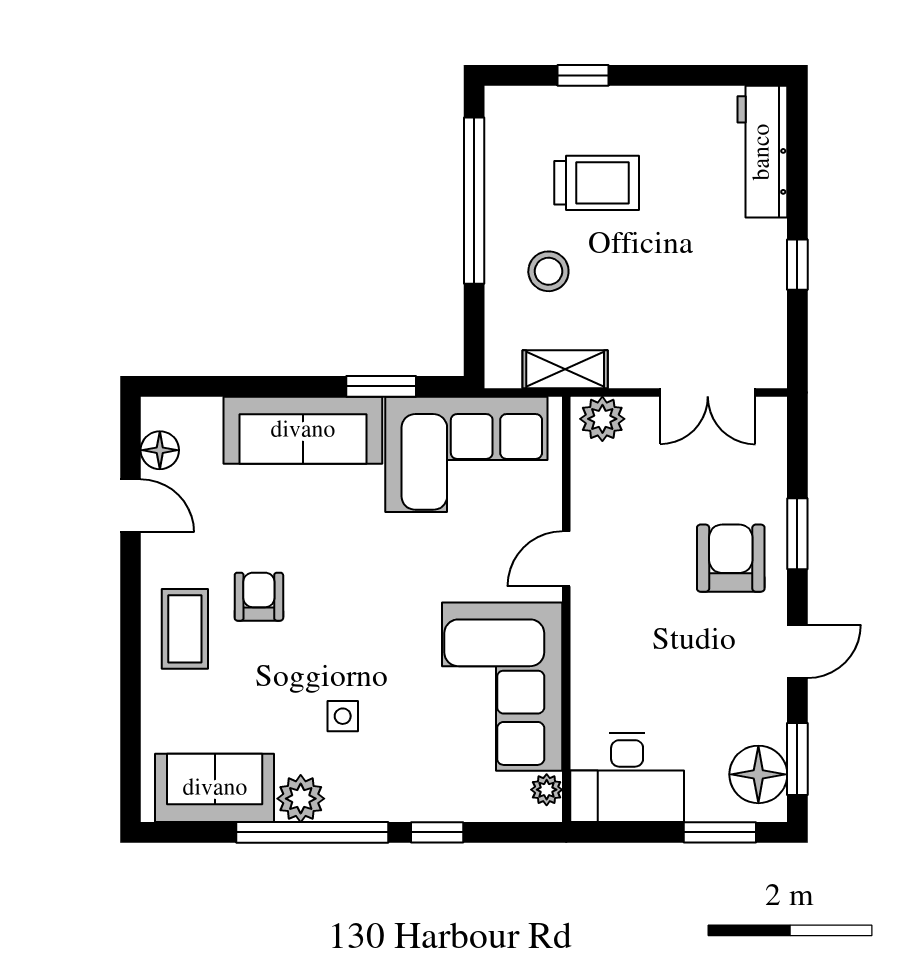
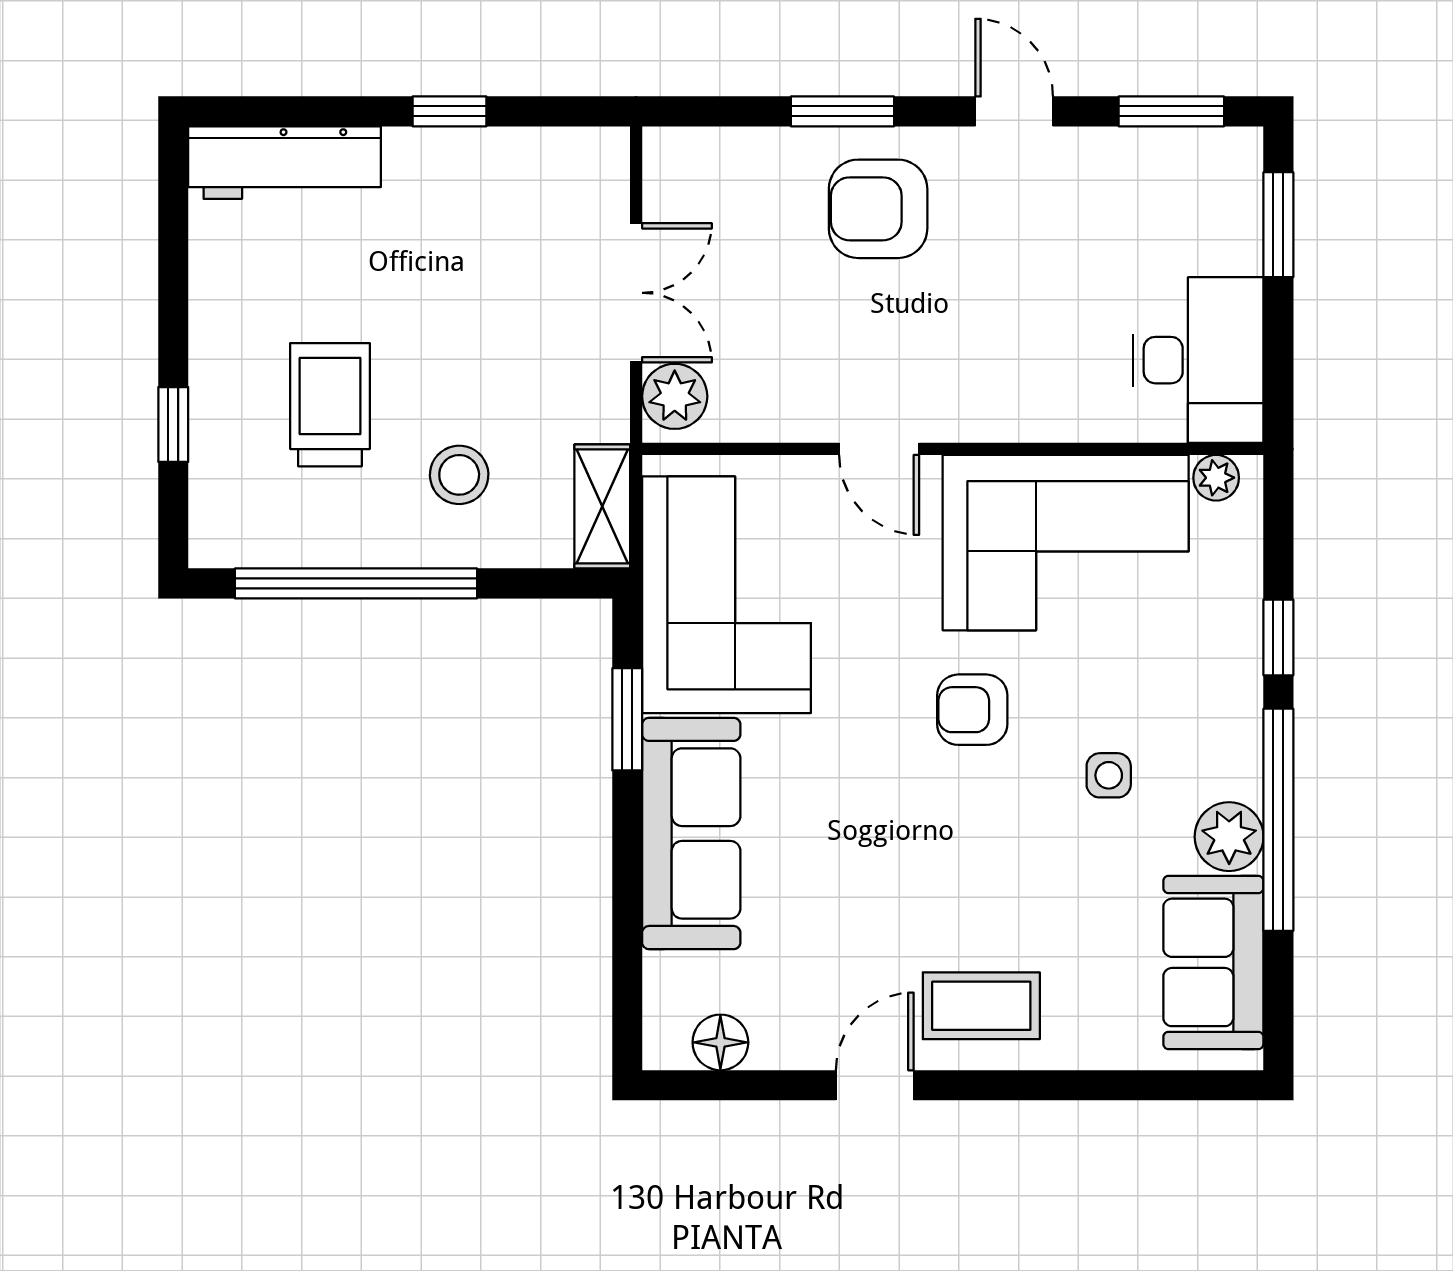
shelving: (565, 369) -> (602, 506), moved
double door: (708, 392) -> (636, 293), moved
door: (130, 506) -> (875, 1085), moved
armchair: (259, 597) -> (972, 710), moved
floor lamp: (758, 774) -> (1194, 169), removed

